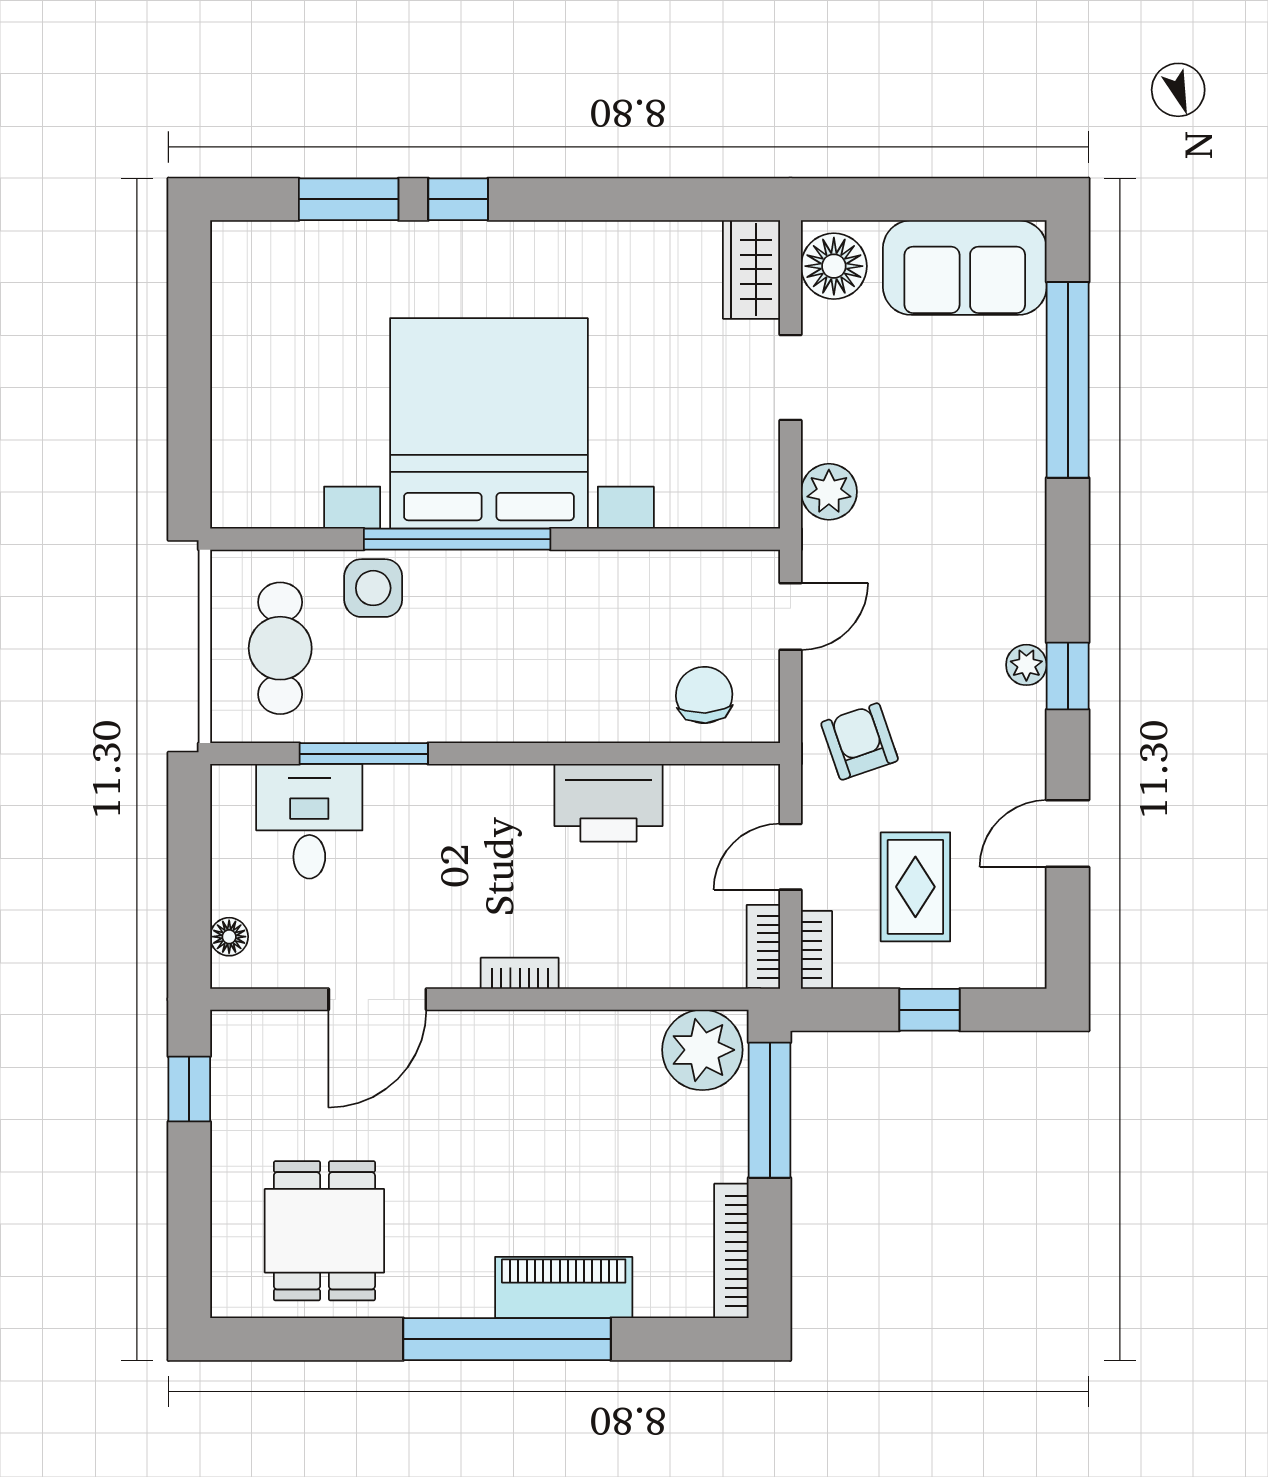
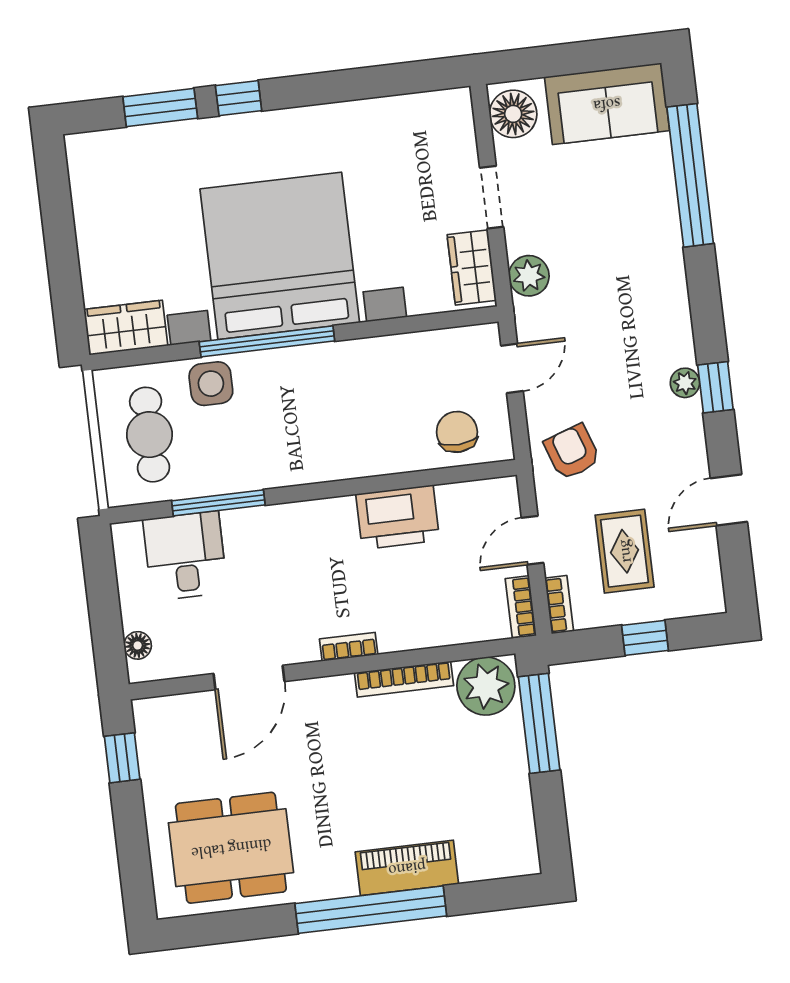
wardrobe: (751, 269) -> (472, 268), moved
wardrobe: (265, 497) -> (126, 328), added
dining table: (324, 1231) -> (231, 848), width x1.38
bookcase: (731, 1251) -> (404, 679), moved, turned -90

